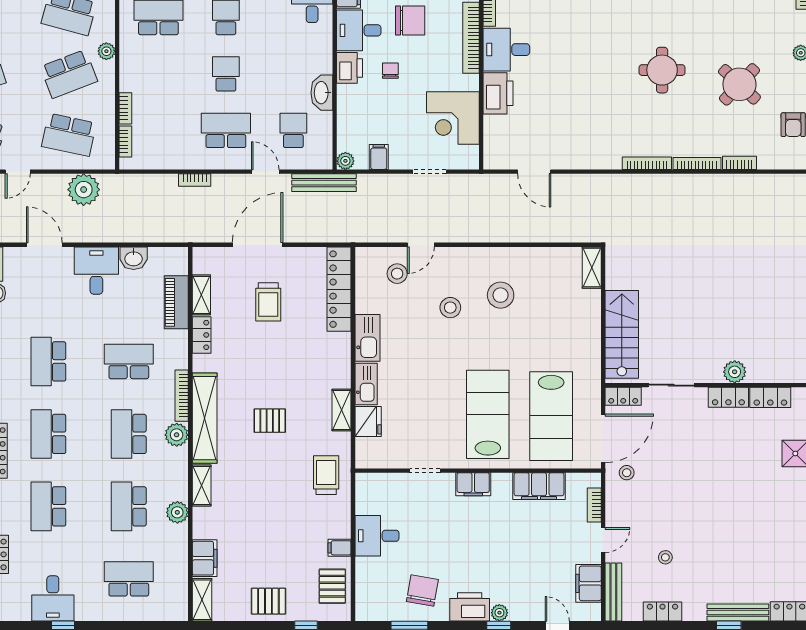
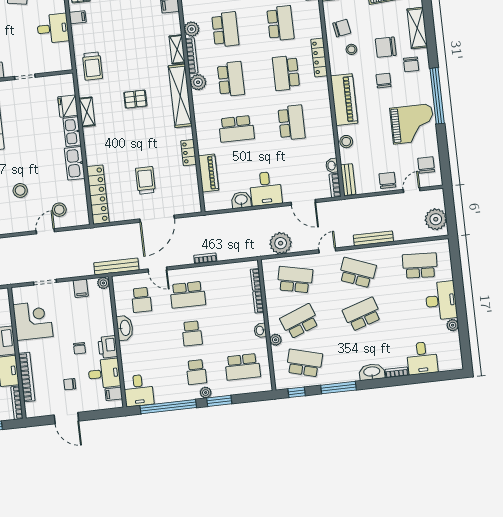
chair: (410, 21) -> (70, 384), width x0.54, depth x0.54
washbasin: (127, 67) -> (260, 330), added
shelving: (201, 295) -> (192, 180), removed
bookcase: (182, 396) -> (192, 56), moved
school desk: (48, 434) -> (286, 73), turned 180

